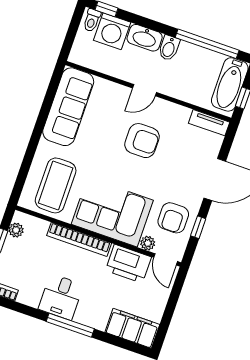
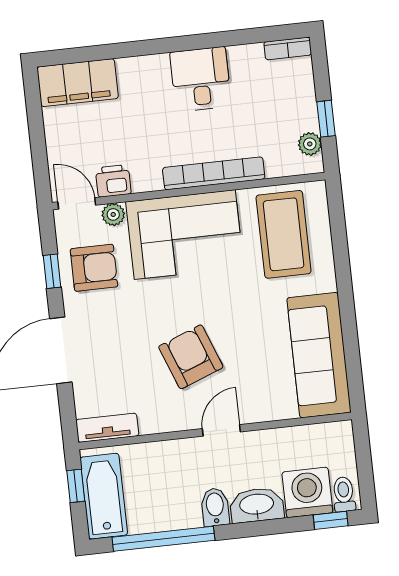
armchair: (142, 141) -> (191, 357), turned 69
armchair: (173, 218) -> (94, 268), turned 90
printer: (128, 264) -> (113, 181), width x0.53, depth x0.68
window: (70, 325) -> (168, 45), removed

